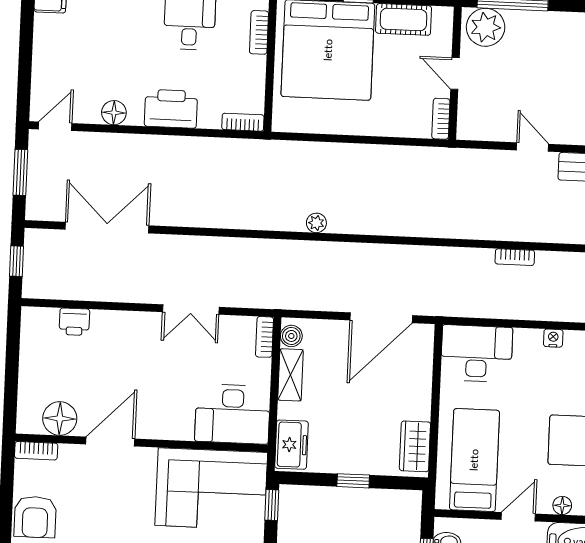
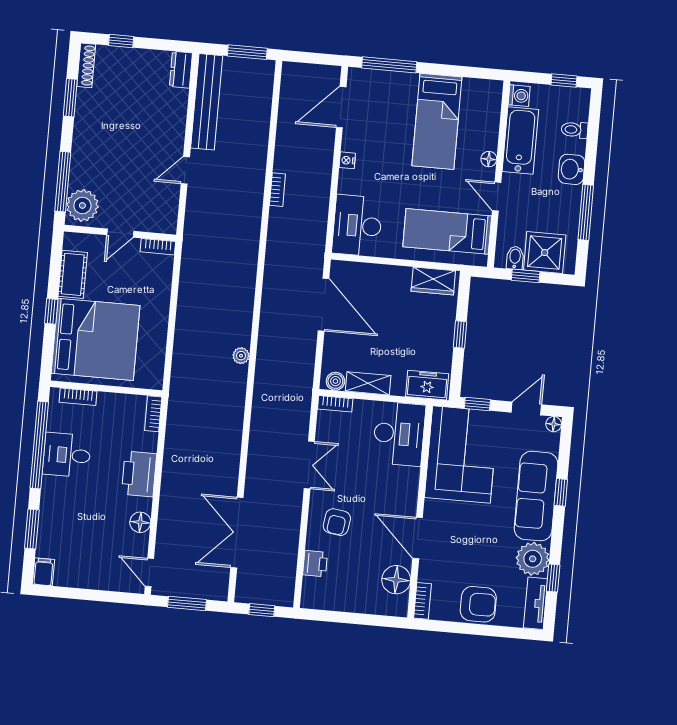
armchair: (125, 345) -> (337, 522), added

